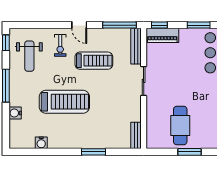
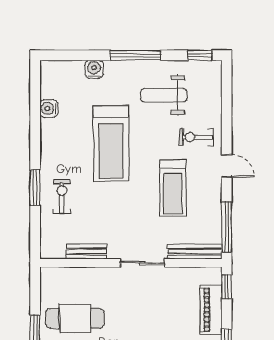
door: (79, 25) -> (227, 166), swing flipped
piano: (162, 35) -> (211, 310), moved
weight bench: (29, 56) -> (164, 95), moved
exercise bike: (100, 134) -> (62, 197), added
bench: (136, 135) -> (86, 252), moved

